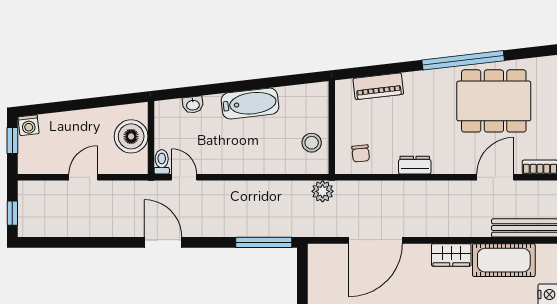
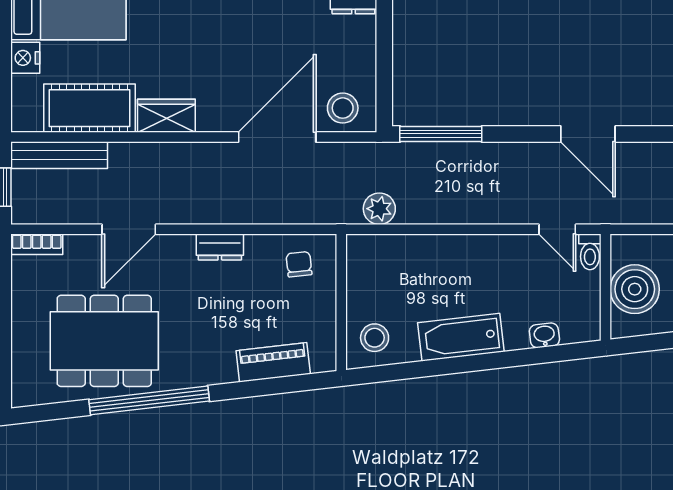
stool: (312, 143) -> (375, 338), moved
door: (495, 177) -> (129, 229), moved
plant: (323, 191) -> (379, 209), moved
stool: (331, 260) -> (343, 108), added

